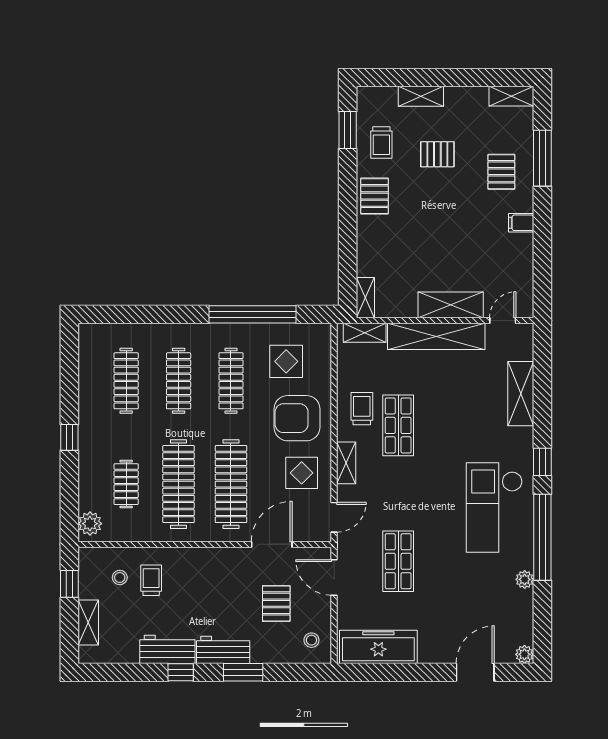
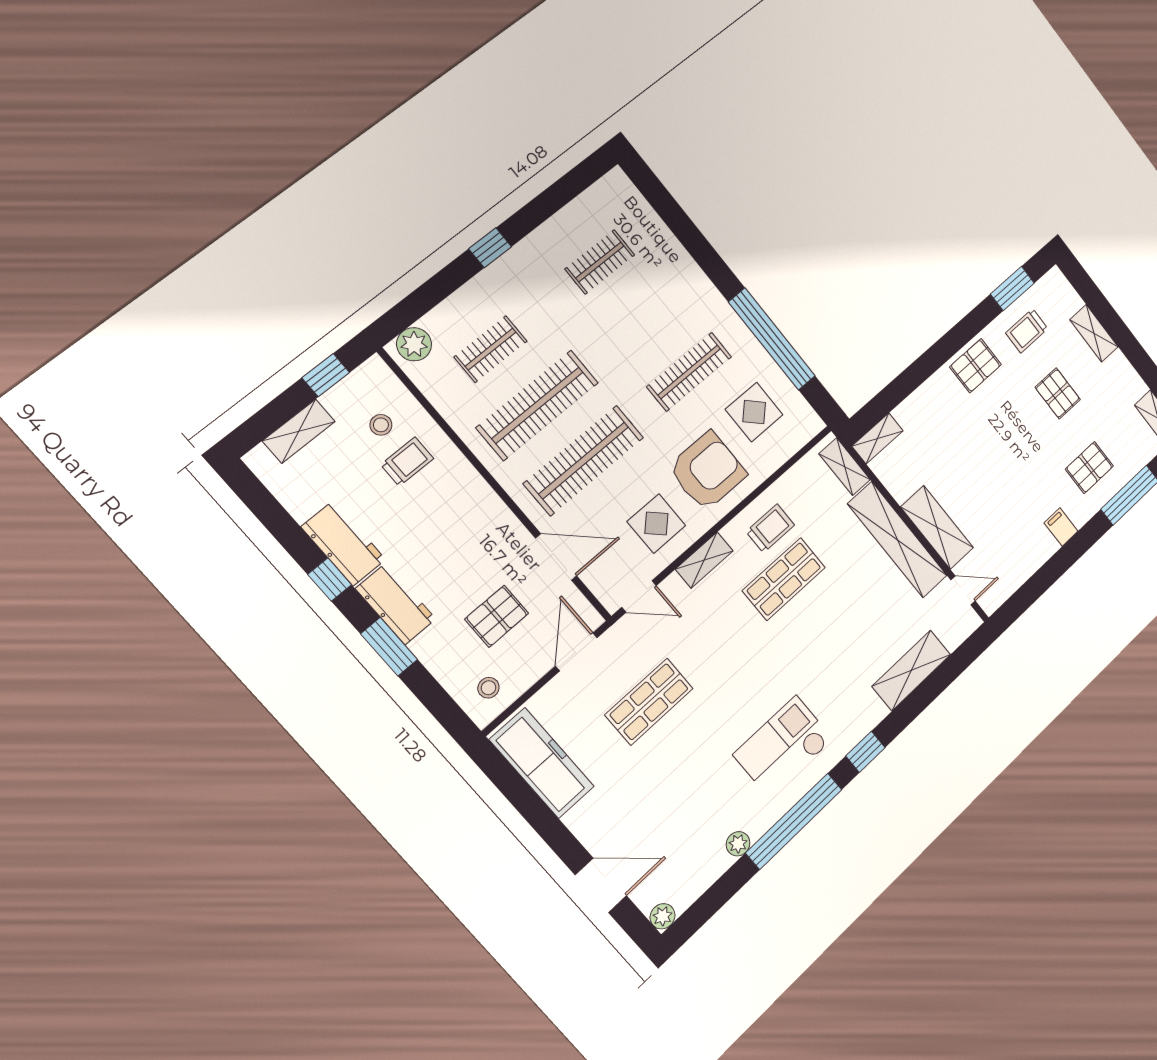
clothes rail: (126, 381) -> (600, 262), width x0.73
clothes rail: (179, 381) -> (645, 317), removed
armchair: (297, 418) -> (707, 471), turned 90
checkout: (494, 507) -> (783, 747), width x0.73, depth x0.83

